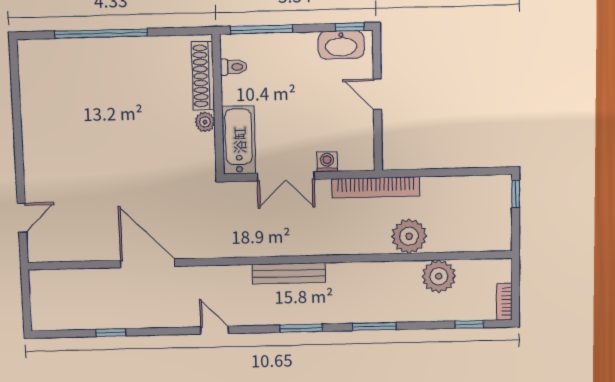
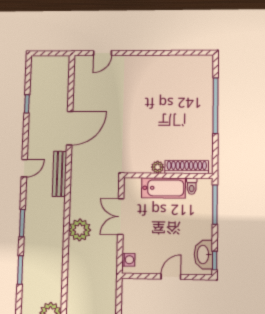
bathtub: (239, 140) -> (163, 188), moved
washing machine: (327, 162) -> (128, 260), moved
bookcase: (376, 187) -> (111, 274), removed
door: (22, 218) -> (103, 53), hinge flipped
plant: (409, 236) -> (80, 230), moved
bench: (289, 273) -> (60, 174), moved

